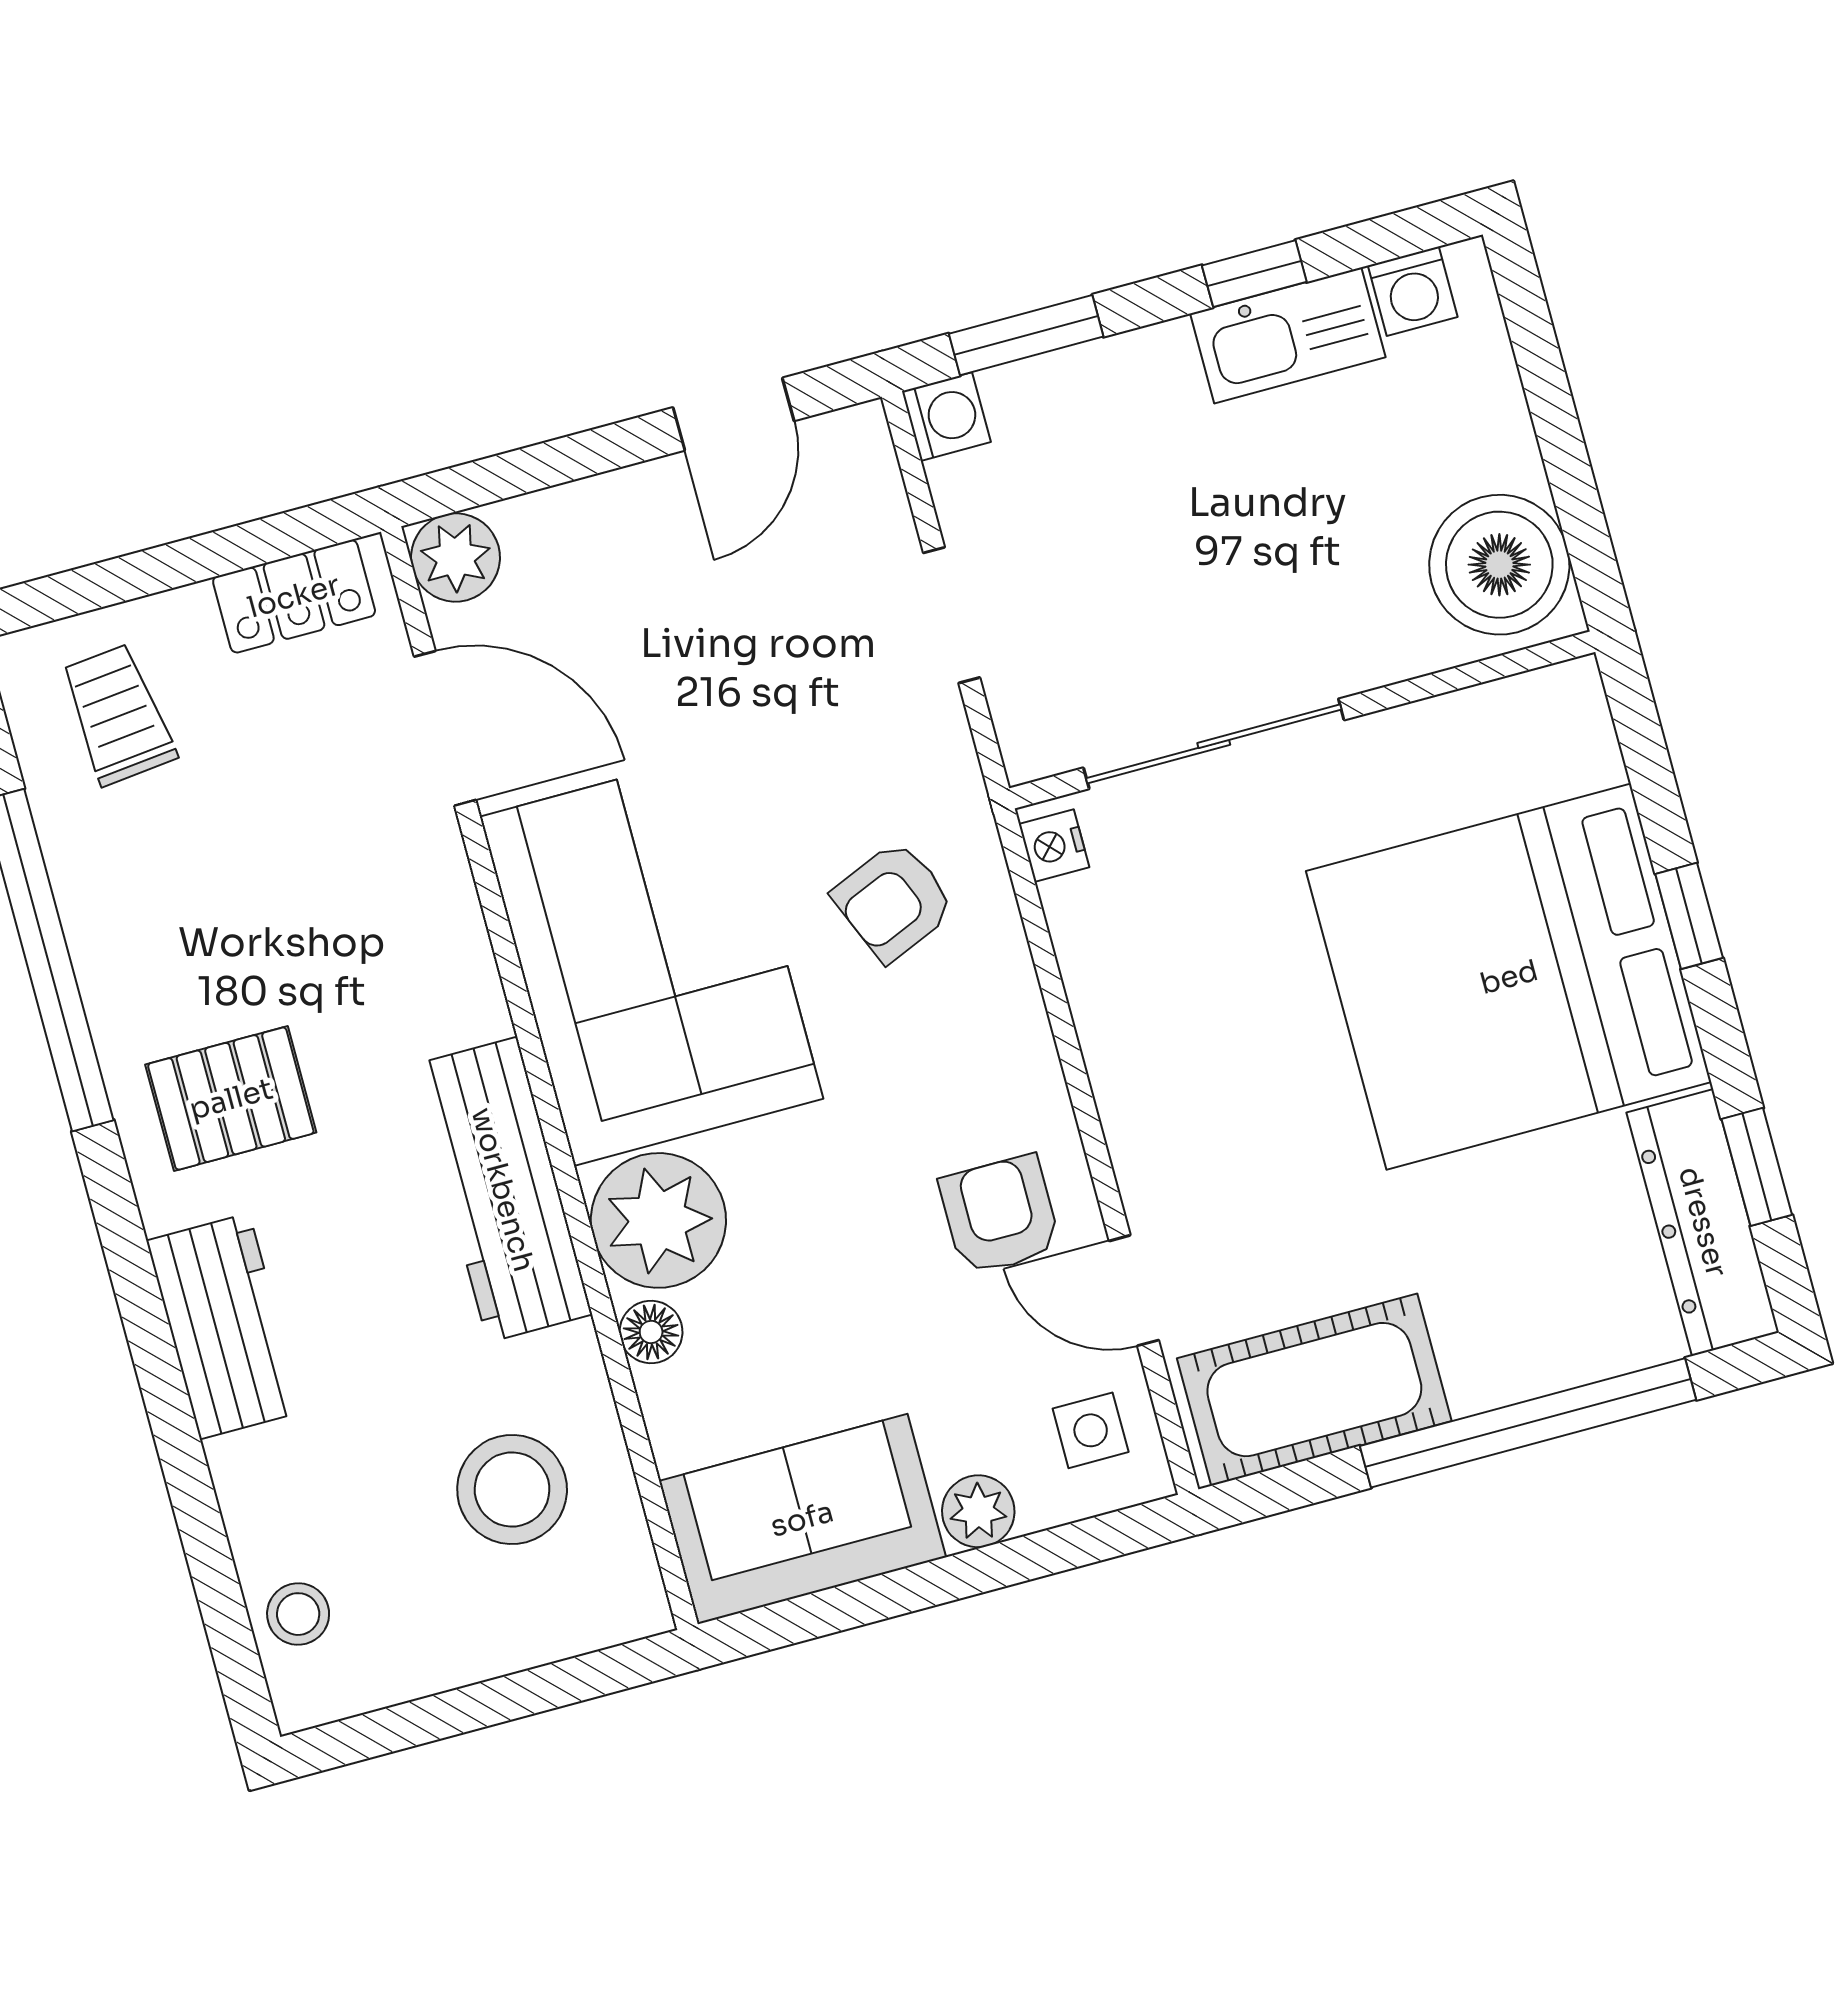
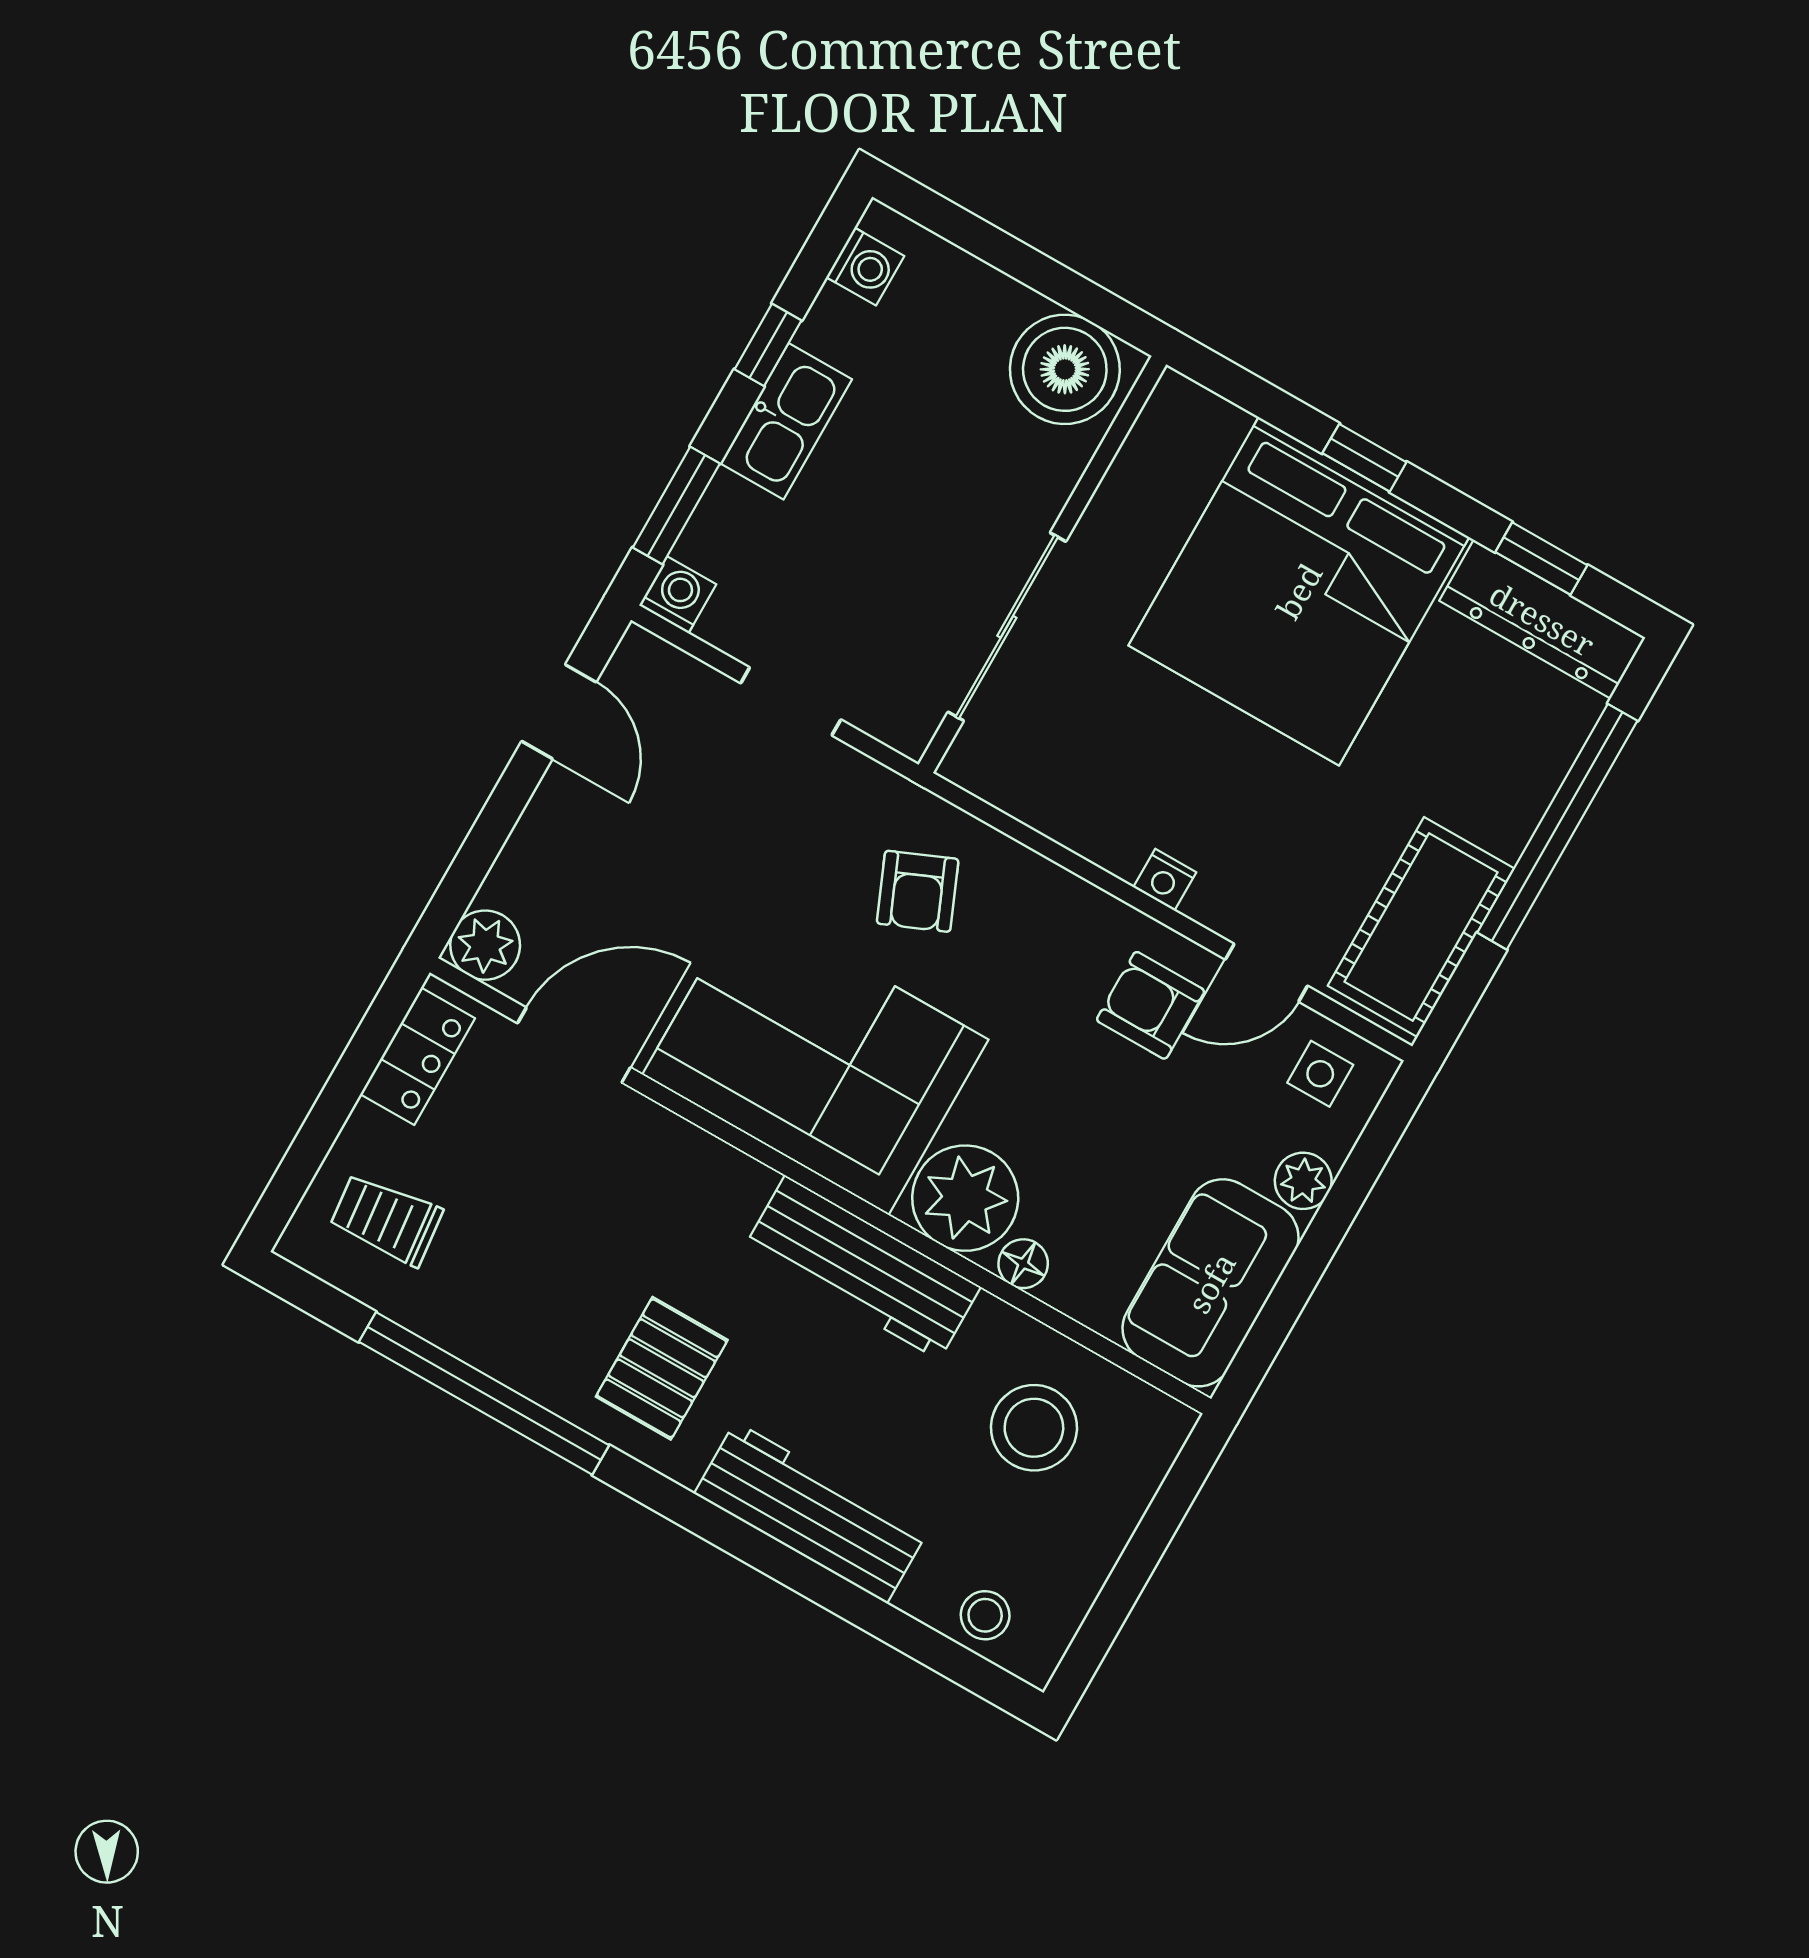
kitchen sink: (1288, 335) -> (786, 421), moved
nightstand: (1054, 846) -> (1165, 880), moved
workbench: (225, 1326) -> (811, 1512), width x1.38

